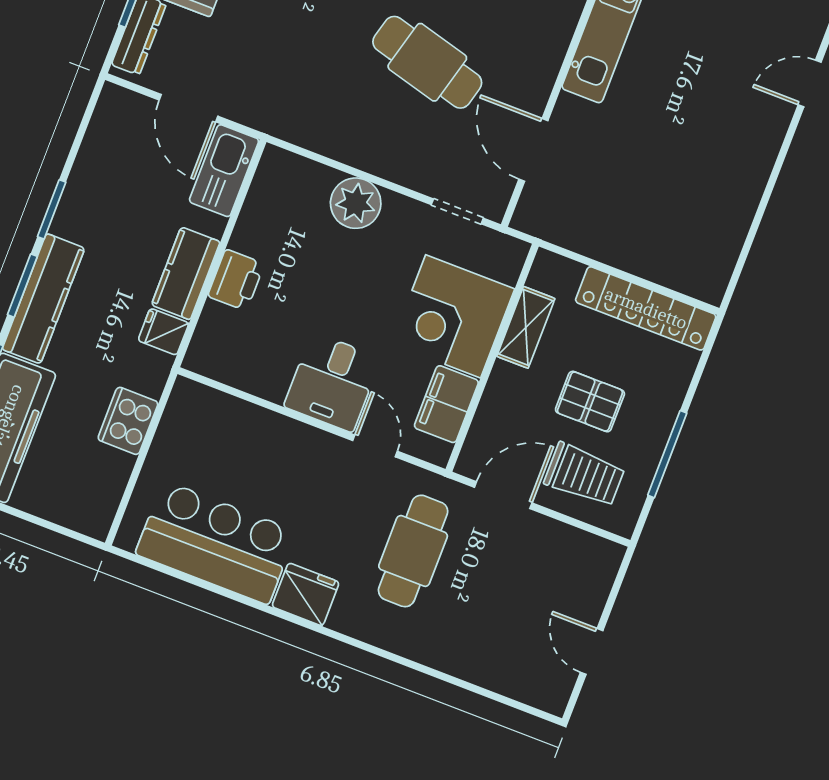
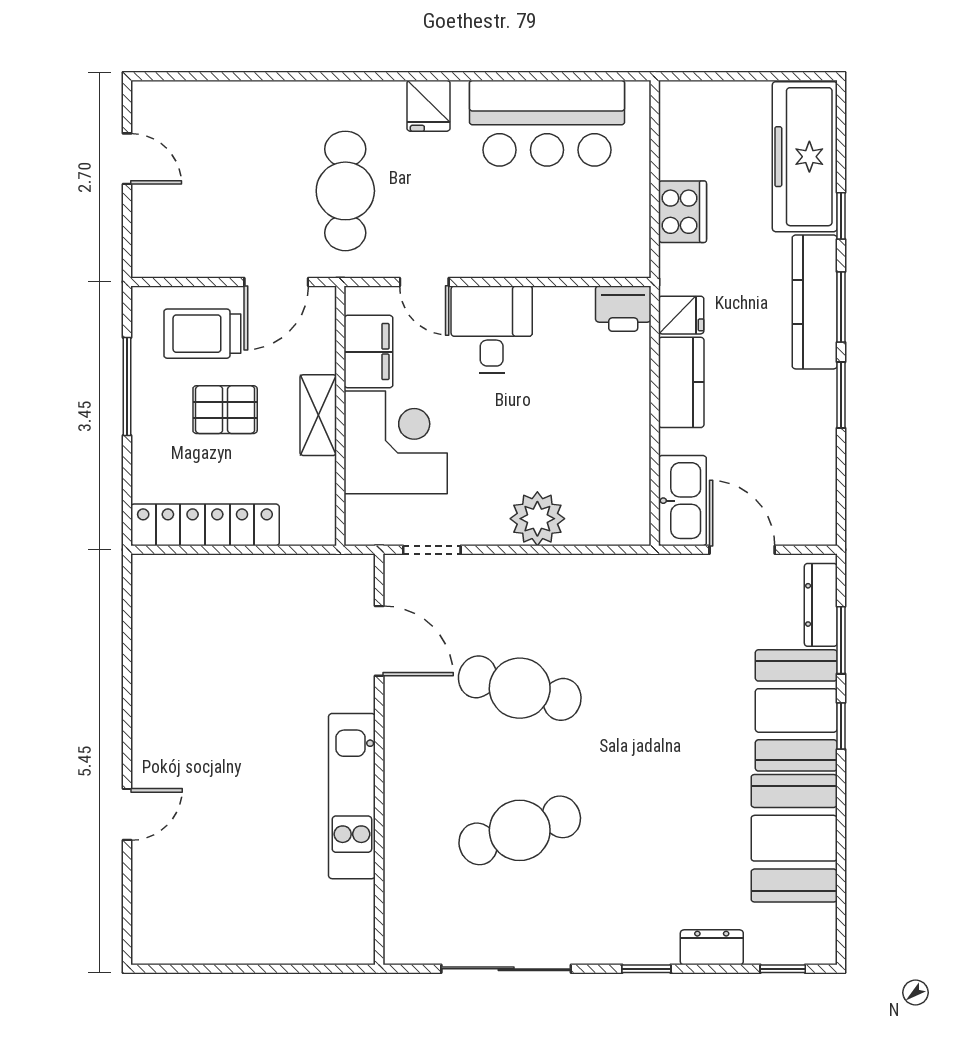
printer: (236, 280) -> (623, 309), moved, turned -90
shelving: (526, 327) -> (318, 415), moved
fridge: (306, 594) -> (429, 106), width x0.72

